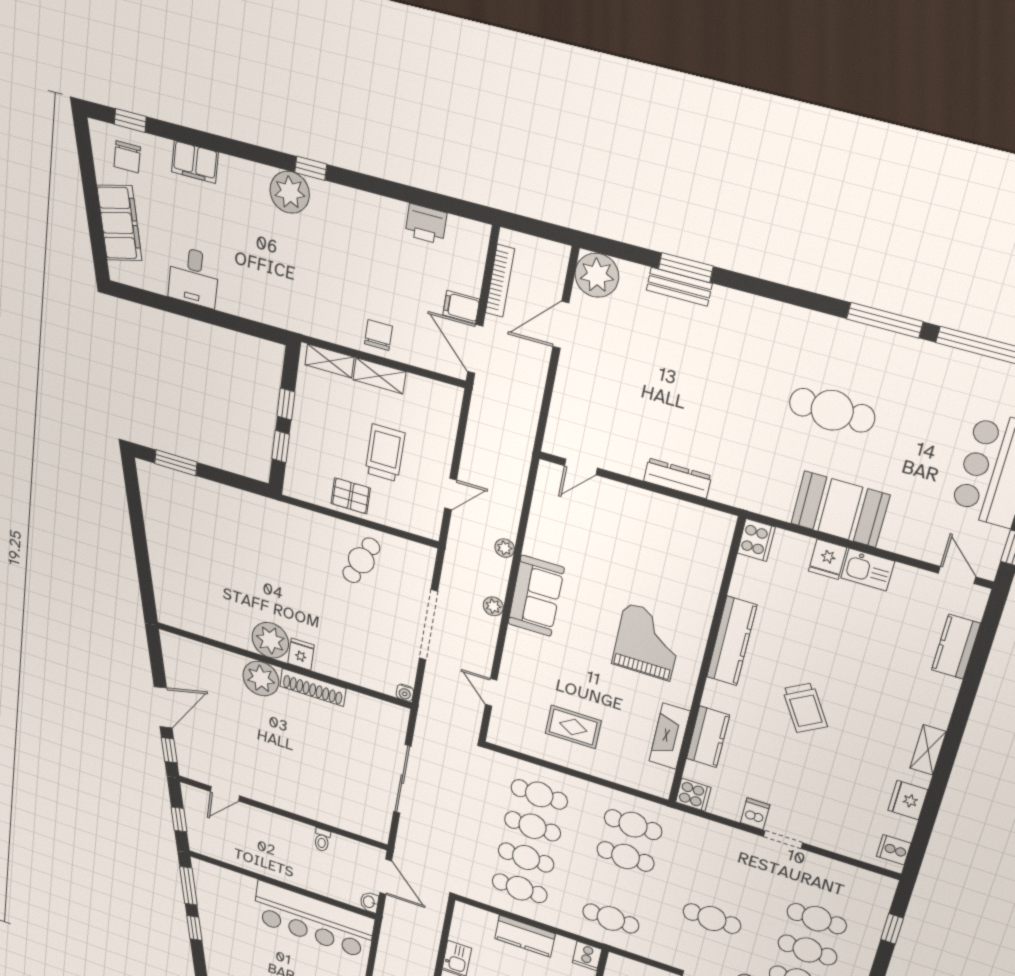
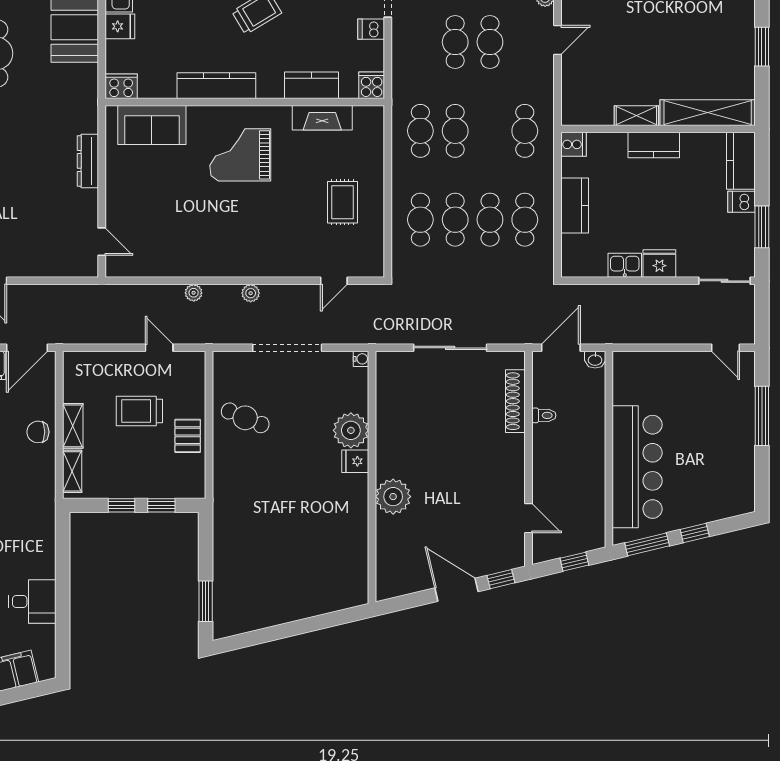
sofa: (536, 596) -> (152, 125), moved, turned 180
plant: (270, 640) -> (351, 430), moved
shoe rack: (313, 687) -> (515, 401), moved, turned 180
cafe table: (720, 887) -> (455, 42), added
bar counter: (313, 920) -> (637, 467), moved

